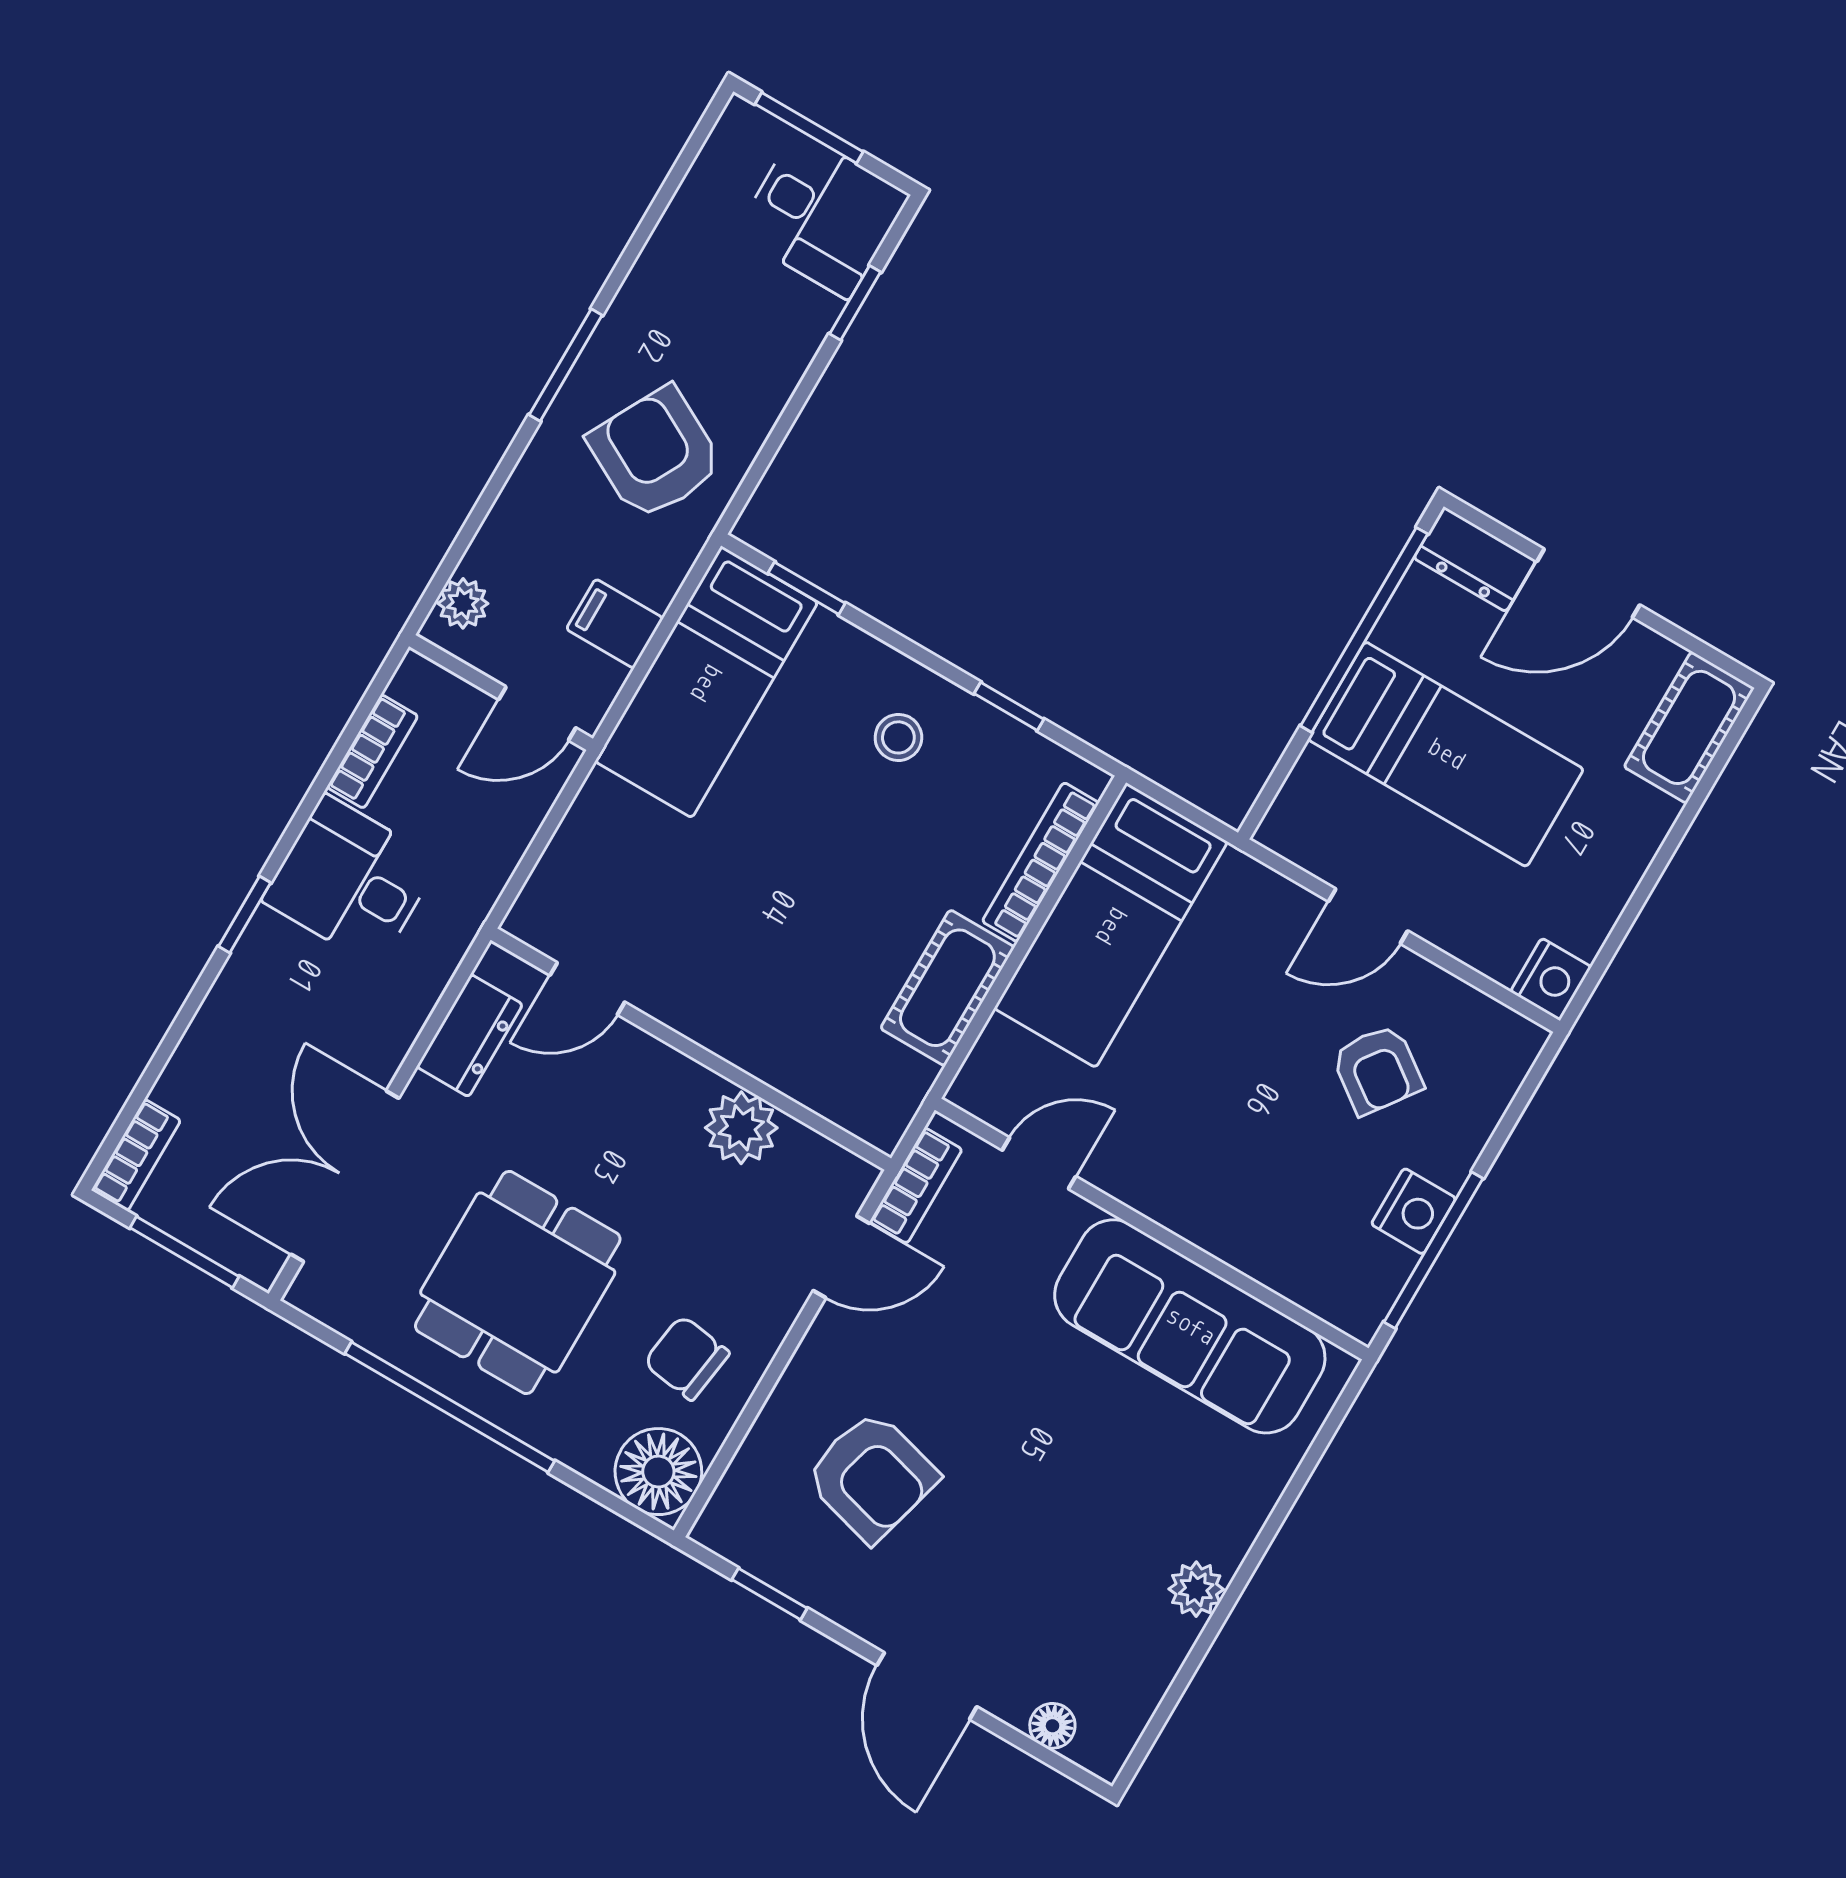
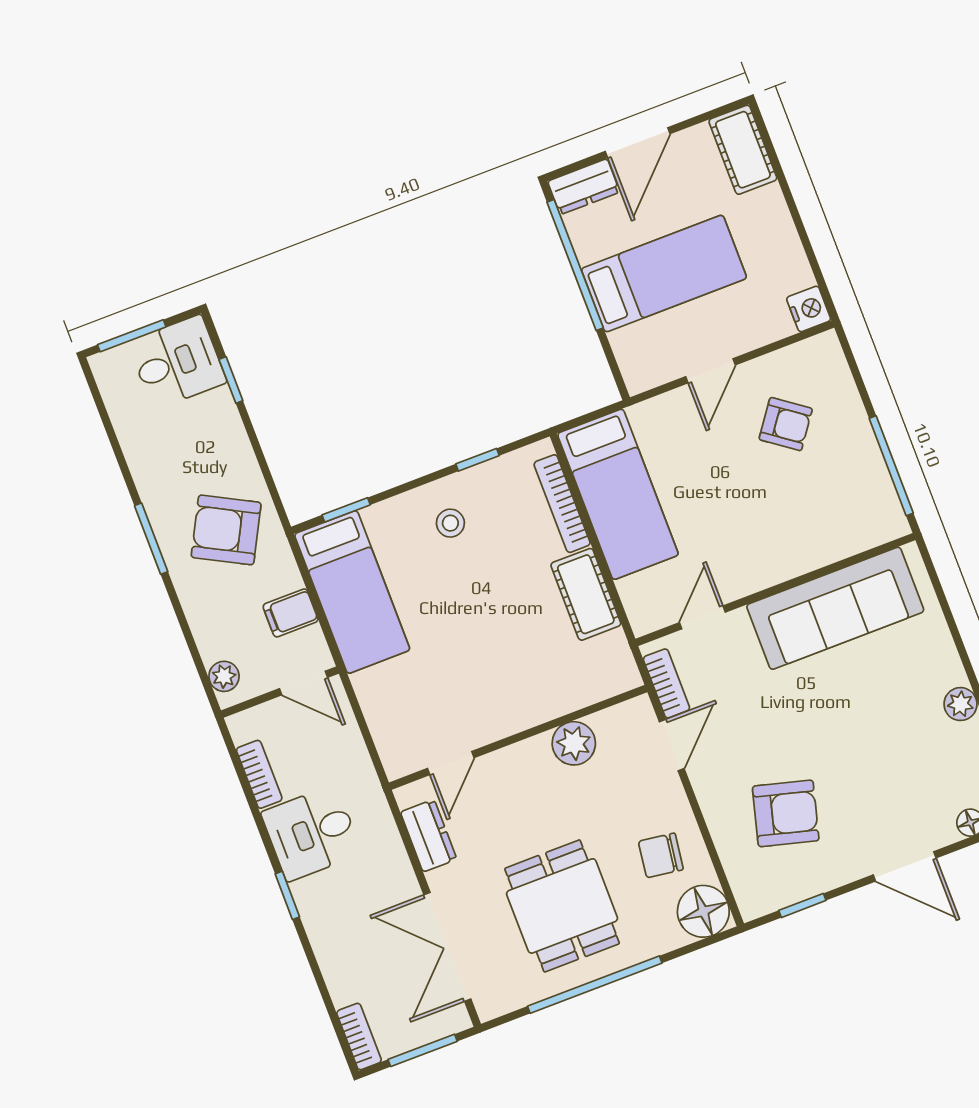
door: (537, 714) -> (303, 683), hinge flipped
nightstand: (1414, 1211) -> (866, 460), removed

